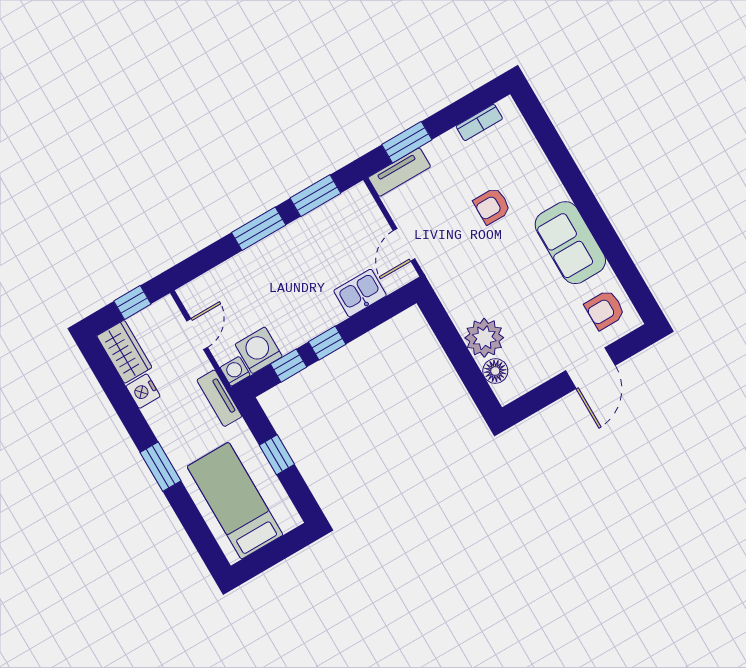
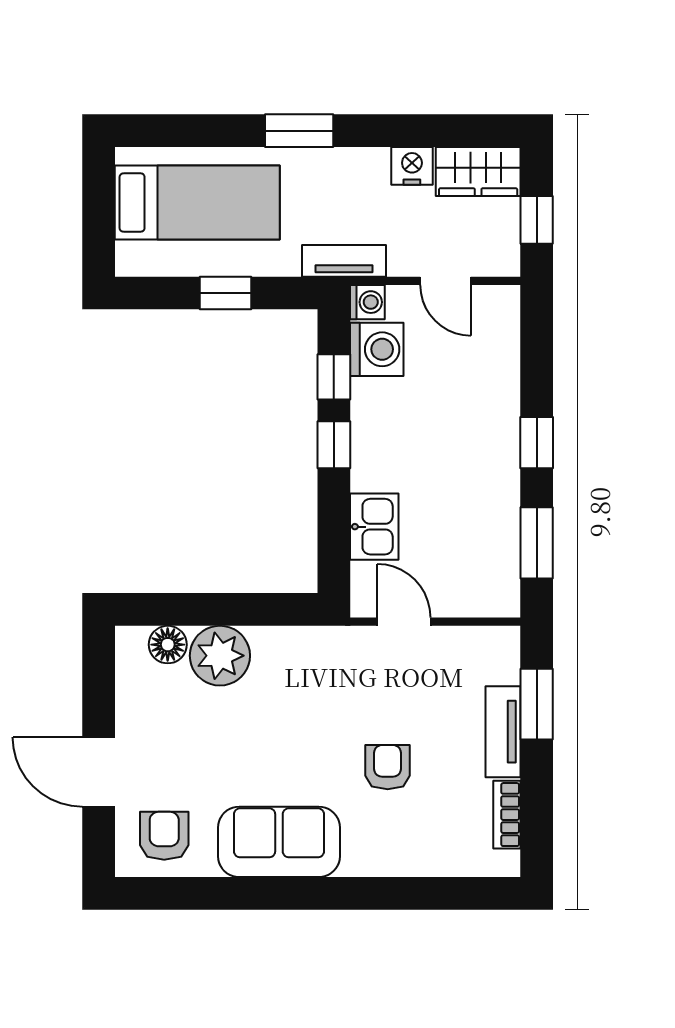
tv unit: (399, 172) -> (503, 732), moved
window: (259, 229) -> (537, 443), width x0.67

